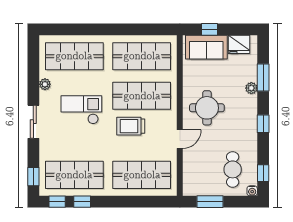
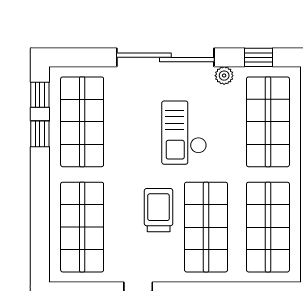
checkout: (81, 110) -> (184, 133), turned 180
sliding door: (33, 122) -> (165, 57), width x1.86
window: (33, 177) -> (259, 57), moved

